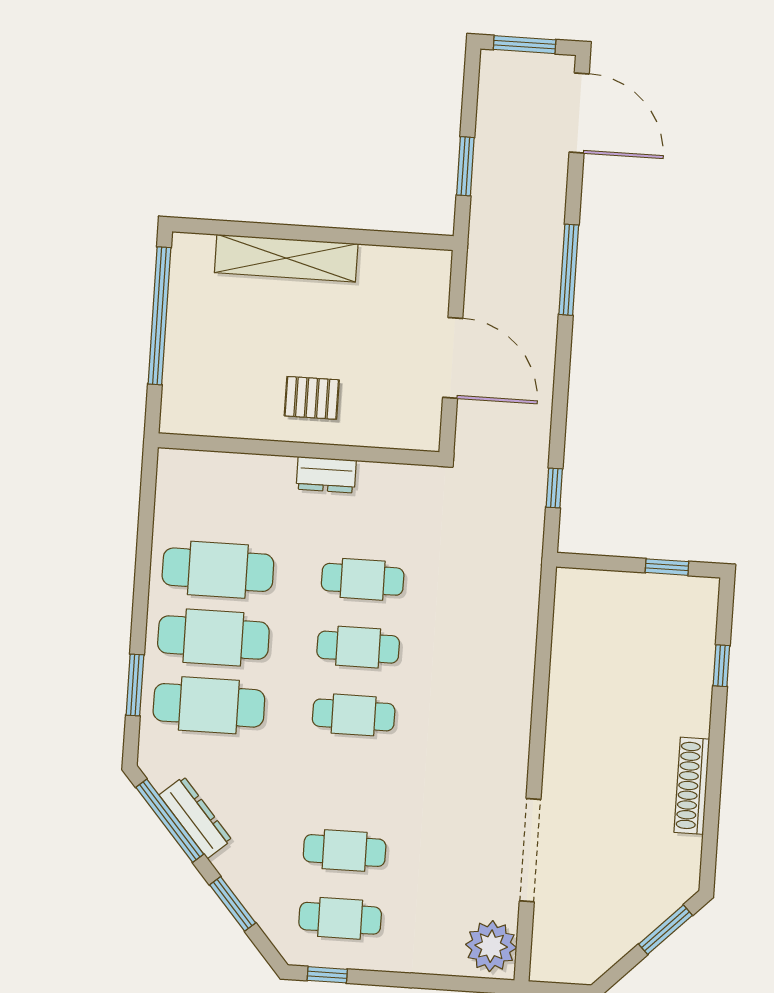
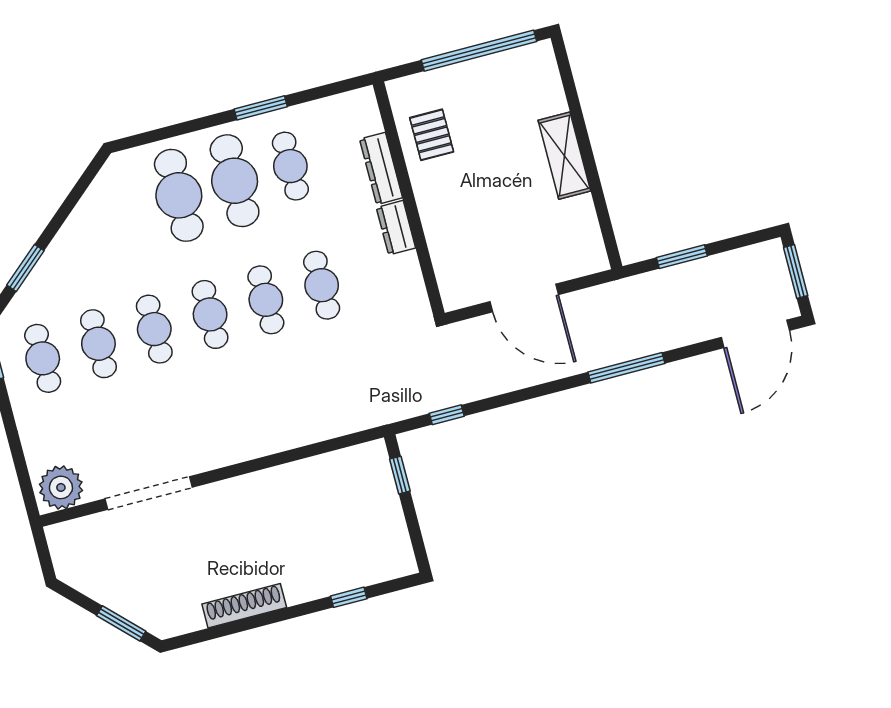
shelving: (286, 258) -> (564, 156), width x0.68
door: (453, 358) -> (524, 298), hinge flipped
pallet: (312, 398) -> (432, 135), moved
window: (667, 567) -> (400, 475), moved
cafe table: (218, 570) -> (290, 166), width x0.73, depth x0.74
window: (135, 685) -> (261, 108), moved
cafe table: (349, 783) -> (154, 329), added
dresser: (196, 817) -> (381, 168), moved, turned 131
window: (170, 821) -> (75, 195), removed

